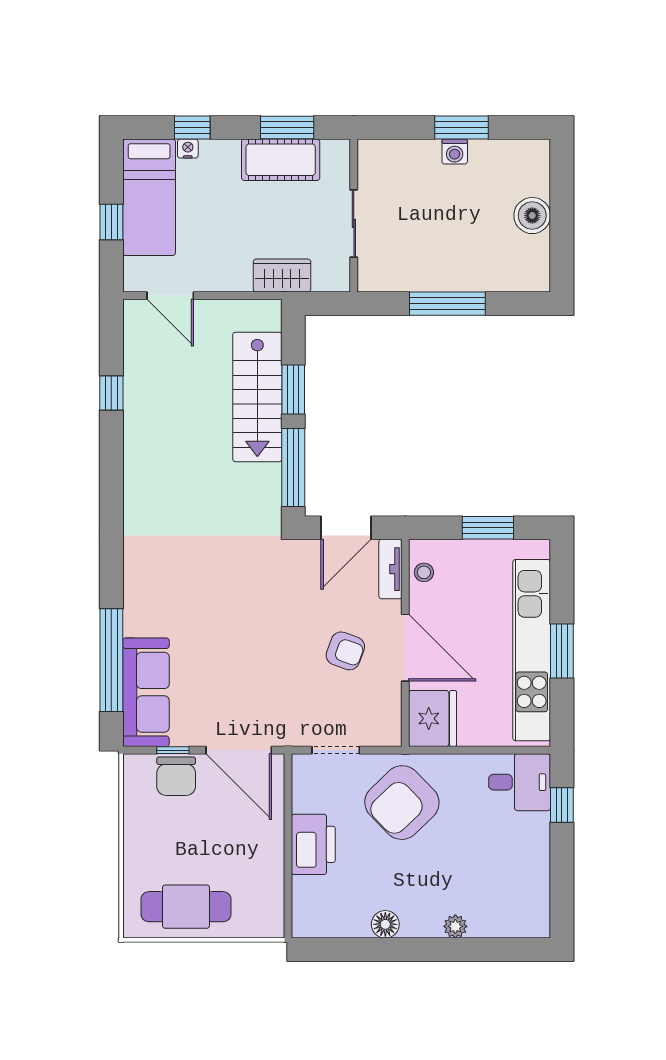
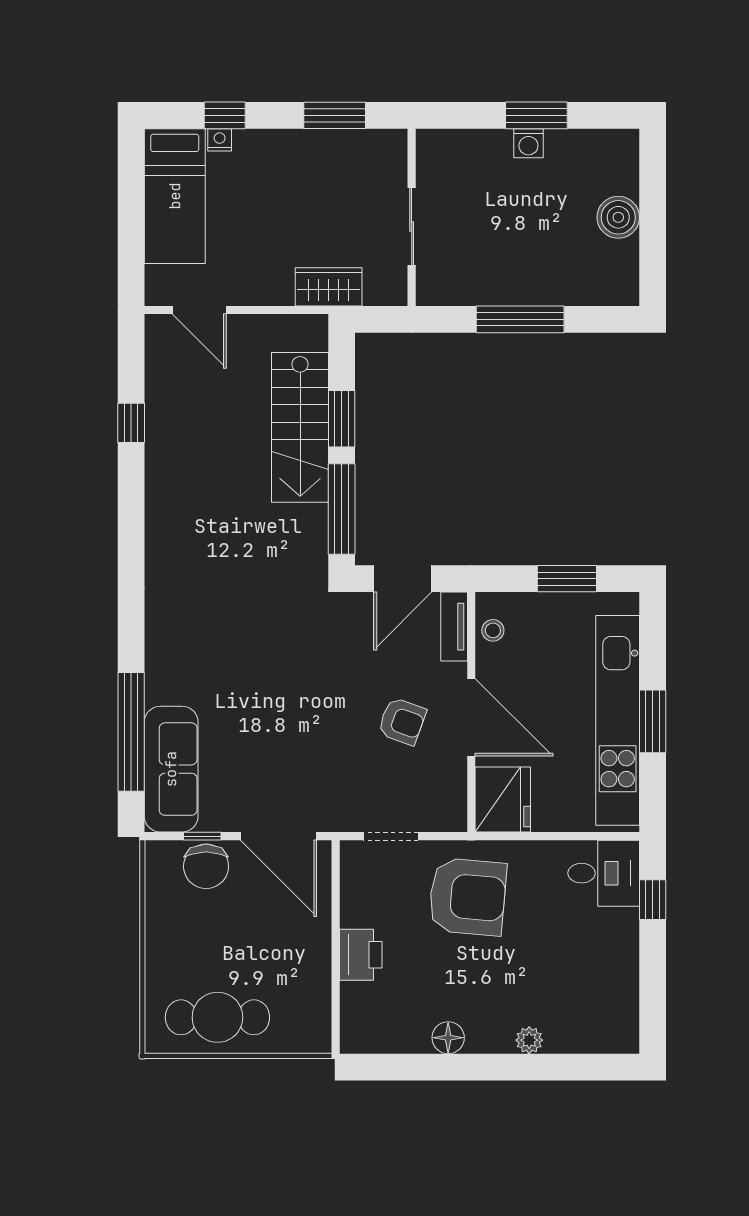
cot: (281, 160) -> (327, 153), removed
window: (111, 222) -> (131, 225), removed
armchair: (402, 803) -> (467, 897), turned -131
printer: (313, 844) -> (361, 955), width x0.73, depth x0.84

